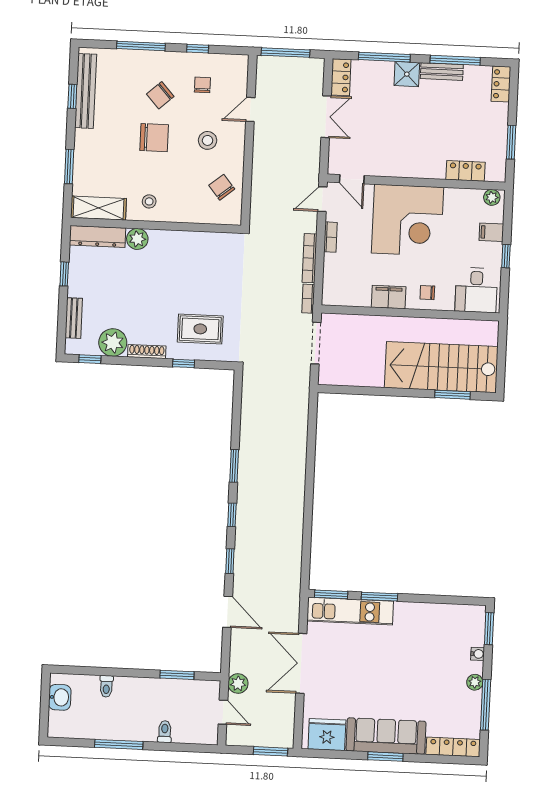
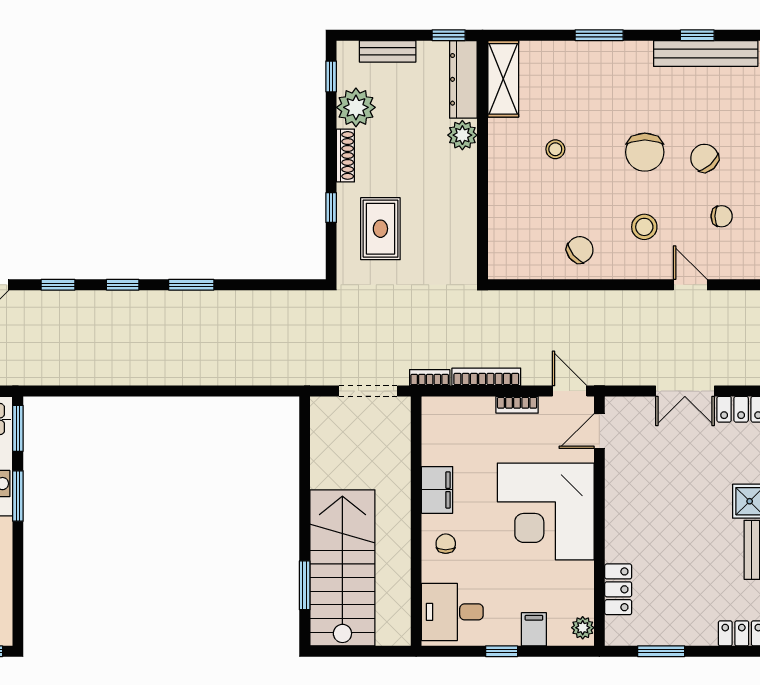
shelving: (98, 208) -> (503, 79), moved
wall: (156, 225) -> (483, 160), moved
dresser: (98, 236) -> (463, 79), moved
plant: (137, 239) -> (462, 135), moved

